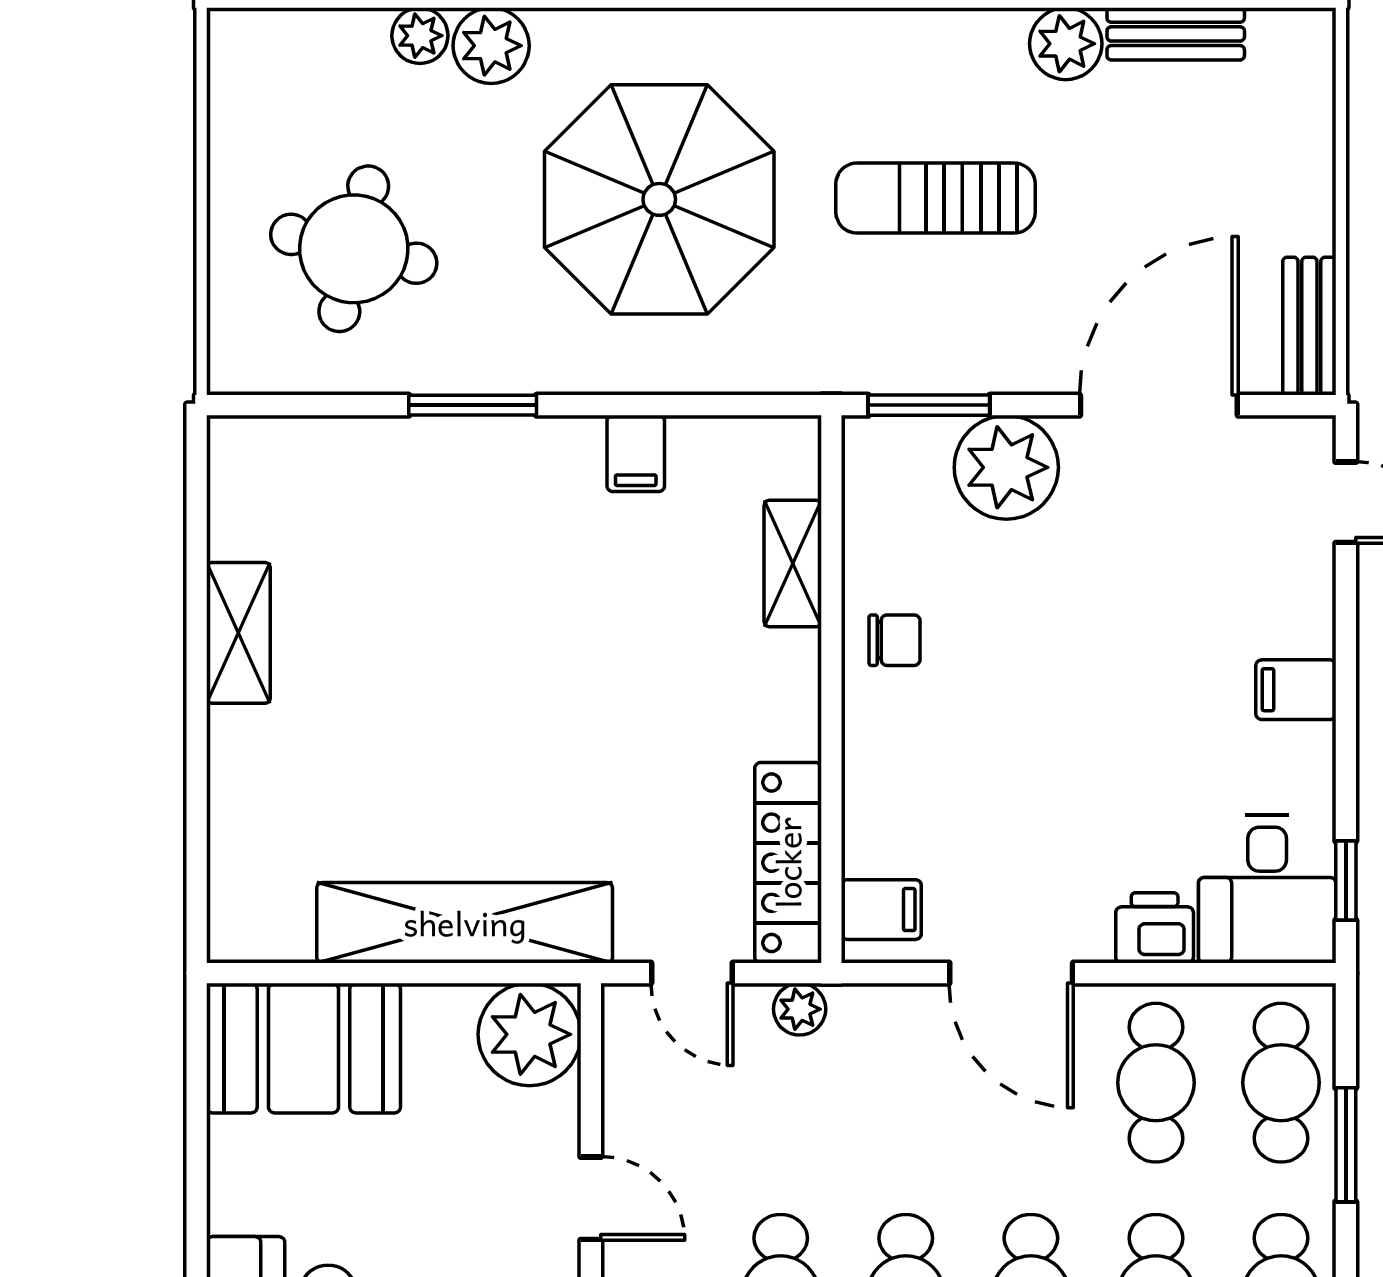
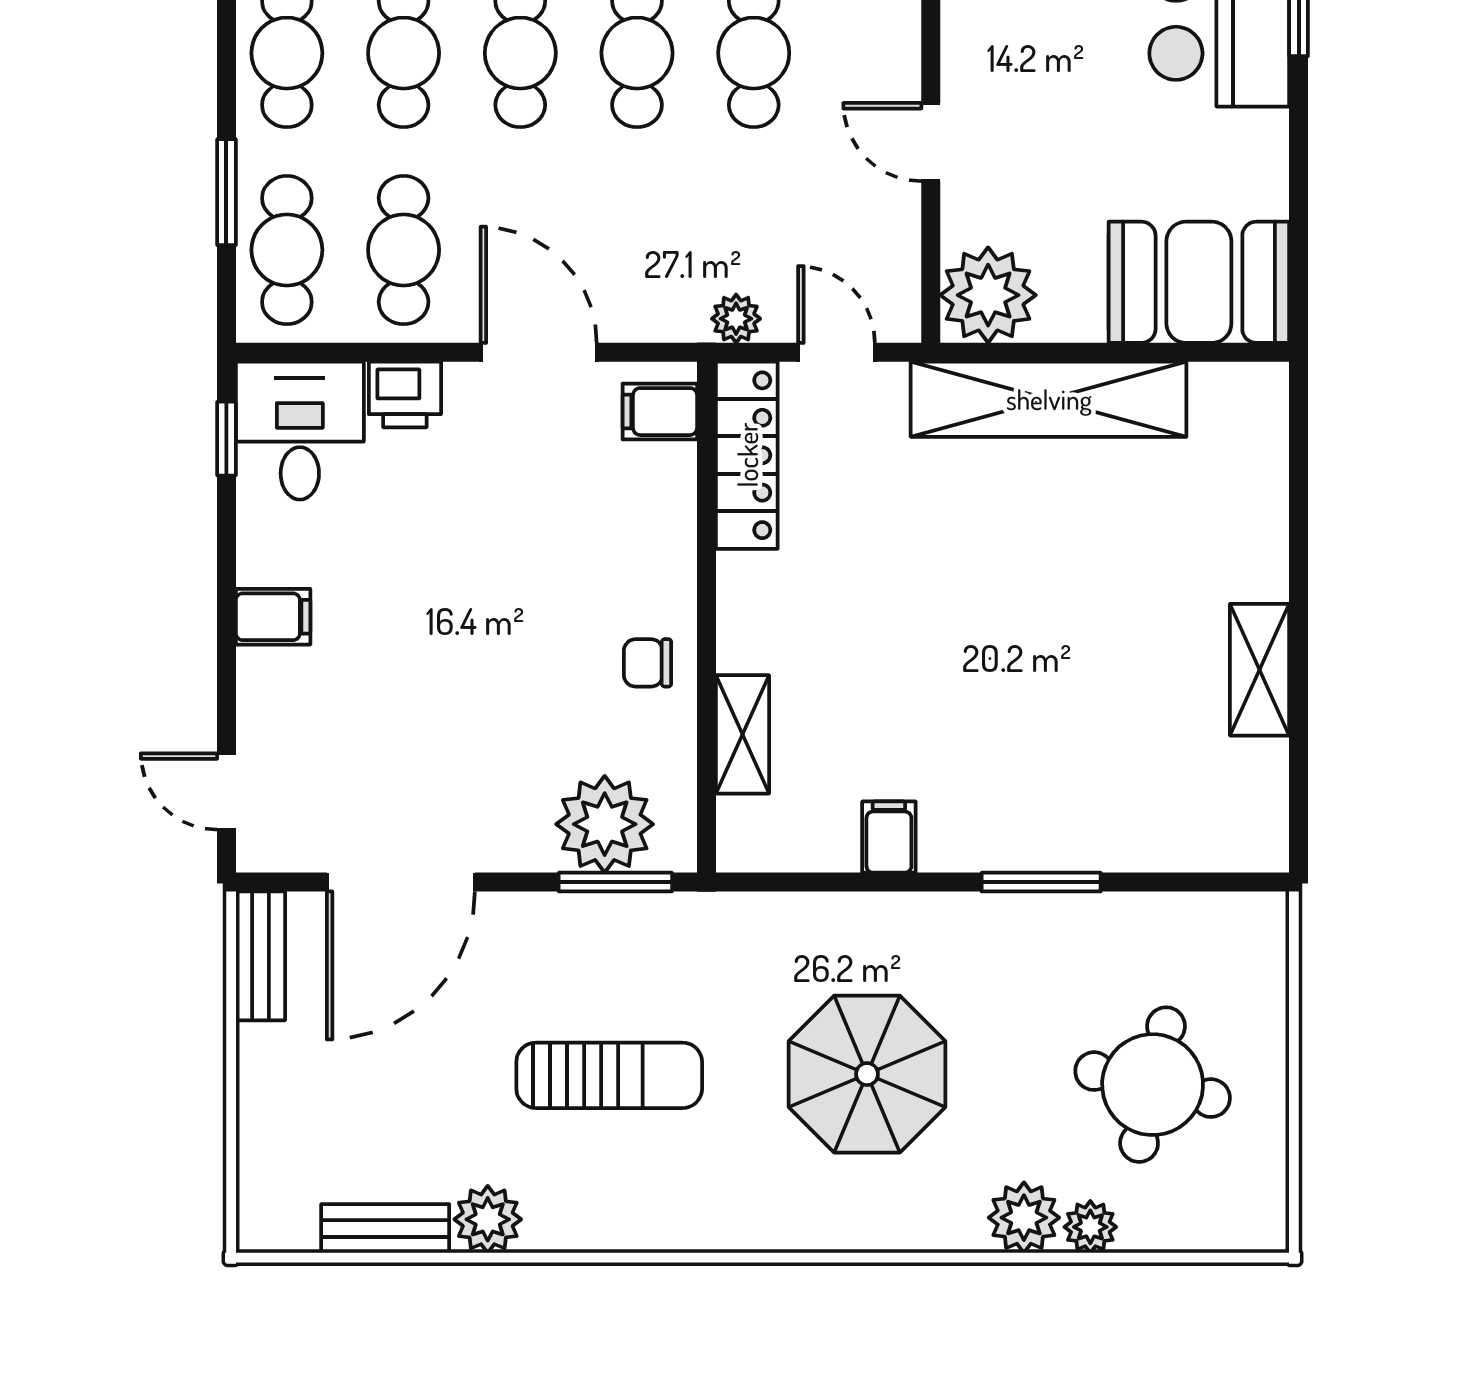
parasol: (659, 199) -> (867, 1074), width x0.73, depth x0.73
round table: (354, 249) -> (1153, 1085), moved
plant: (1006, 467) -> (605, 824), moved

